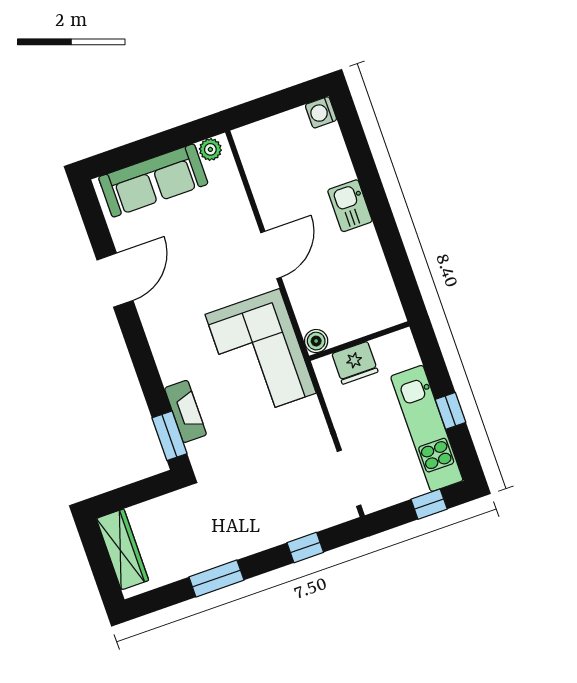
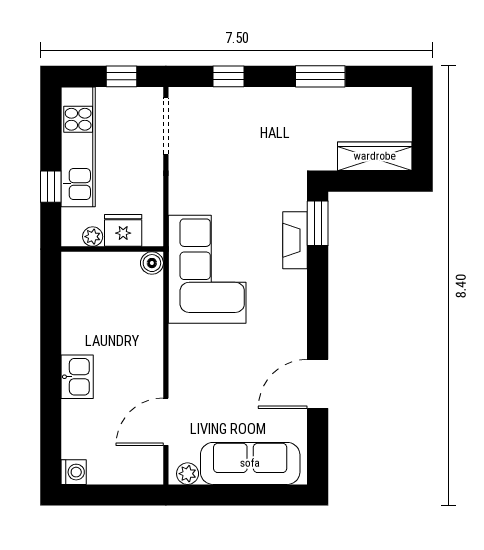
door: (271, 255) -> (166, 422), moved
plant: (382, 347) -> (93, 237), added
window: (450, 411) -> (51, 187), moved
window: (429, 504) -> (122, 76), moved
wardrobe: (123, 549) -> (375, 156), moved, turned 90

